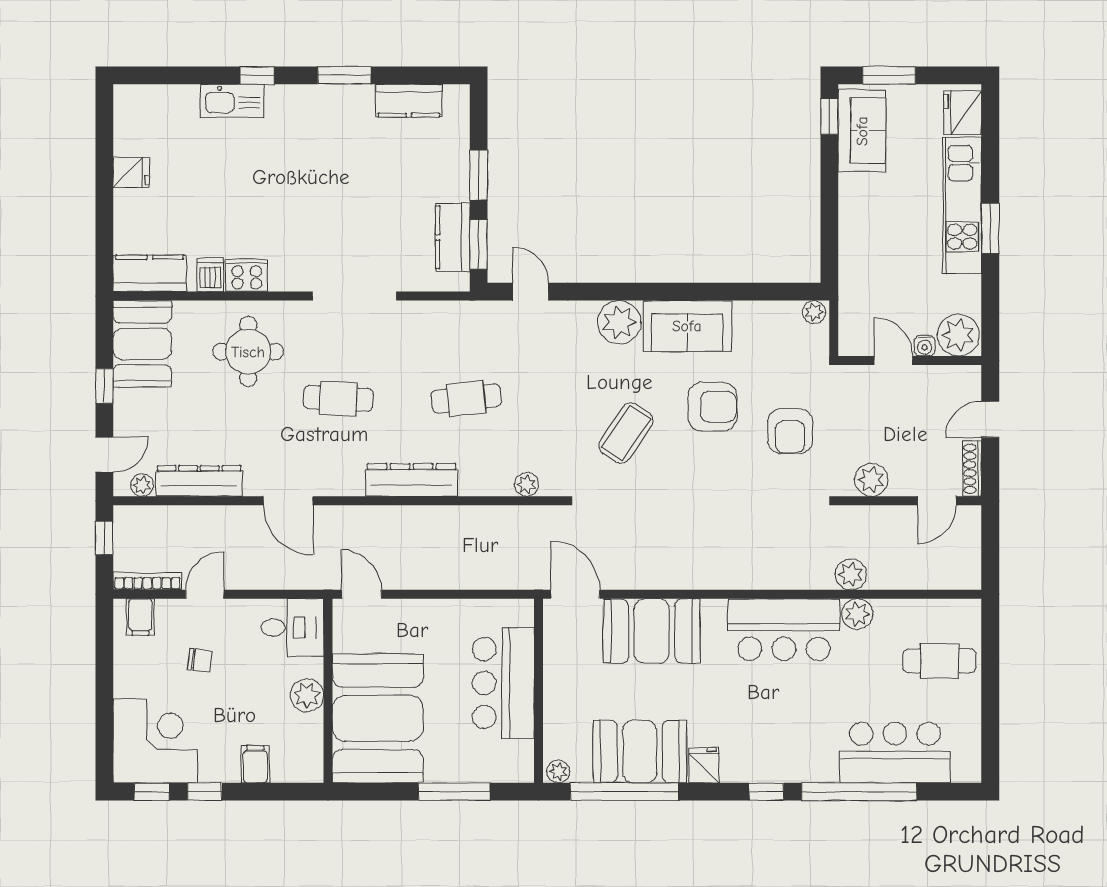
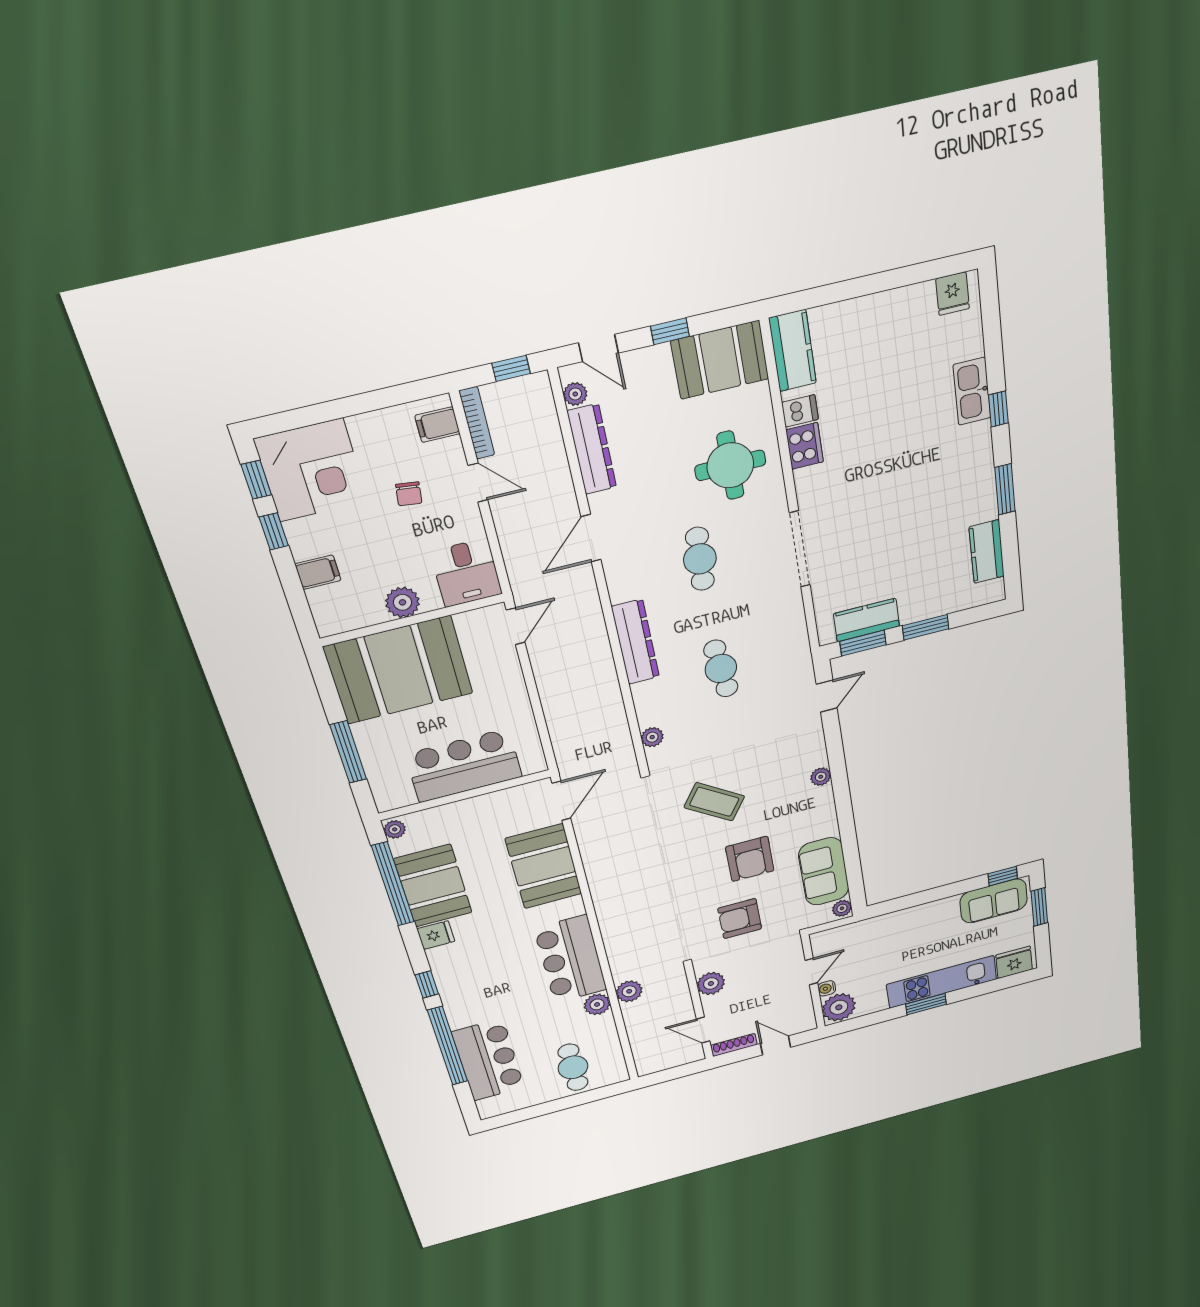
fridge: (131, 172) -> (953, 294), moved
plant: (619, 322) -> (821, 777), width x0.53, depth x0.53
sofa: (687, 326) -> (824, 872), moved

